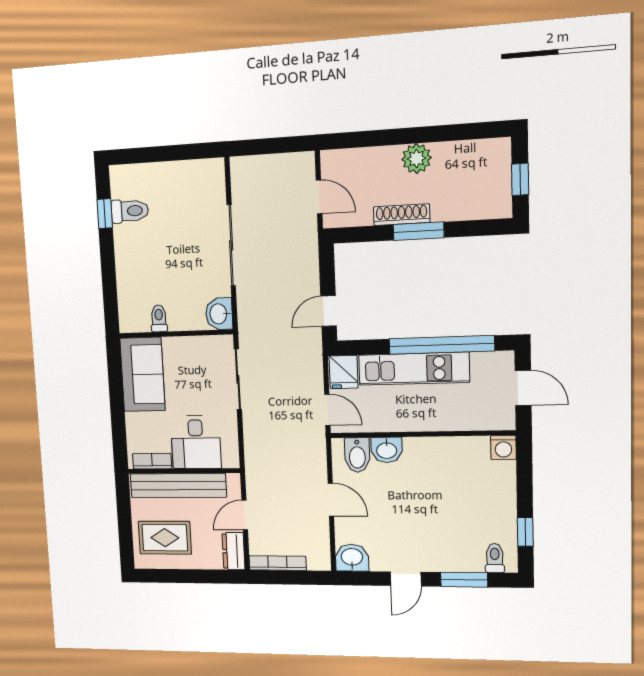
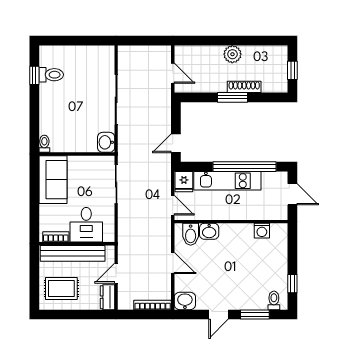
shoe rack: (402, 215) -> (244, 87), moved
toilet: (159, 318) -> (44, 144), moved
washing machine: (503, 448) -> (262, 231), moved
bookcase: (278, 563) -> (153, 305), moved

